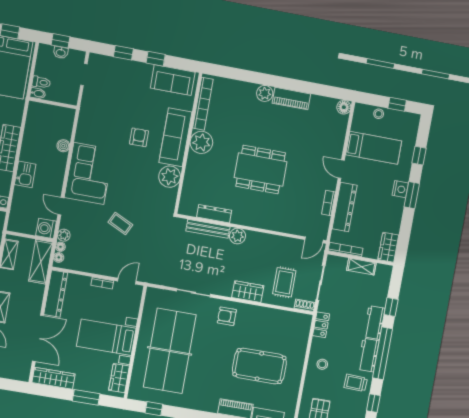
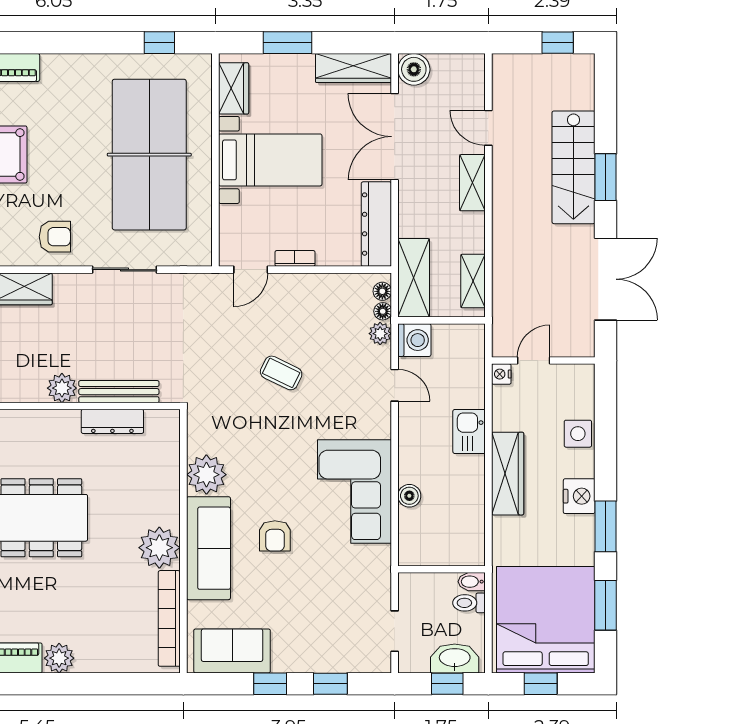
washbasin: (61, 52) -> (455, 658), width x1.91, depth x1.45
corner sofa: (89, 174) -> (355, 492), moved
boiler: (21, 372) -> (414, 69), added

